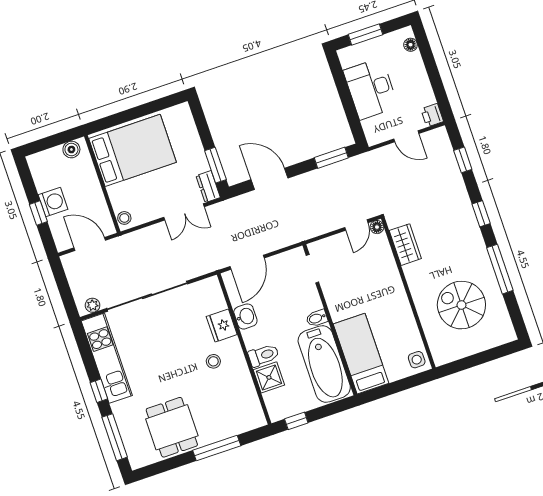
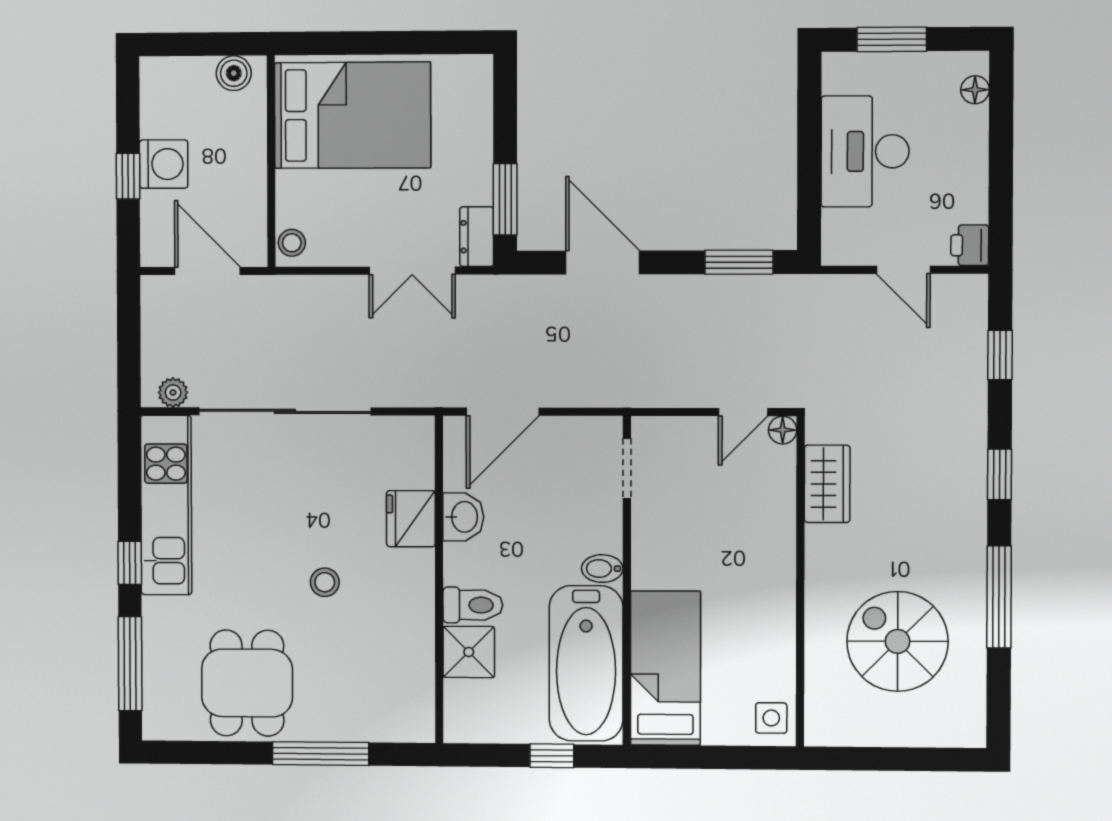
stool: (213, 361) -> (325, 582), moved
window: (296, 421) -> (552, 756), moved

